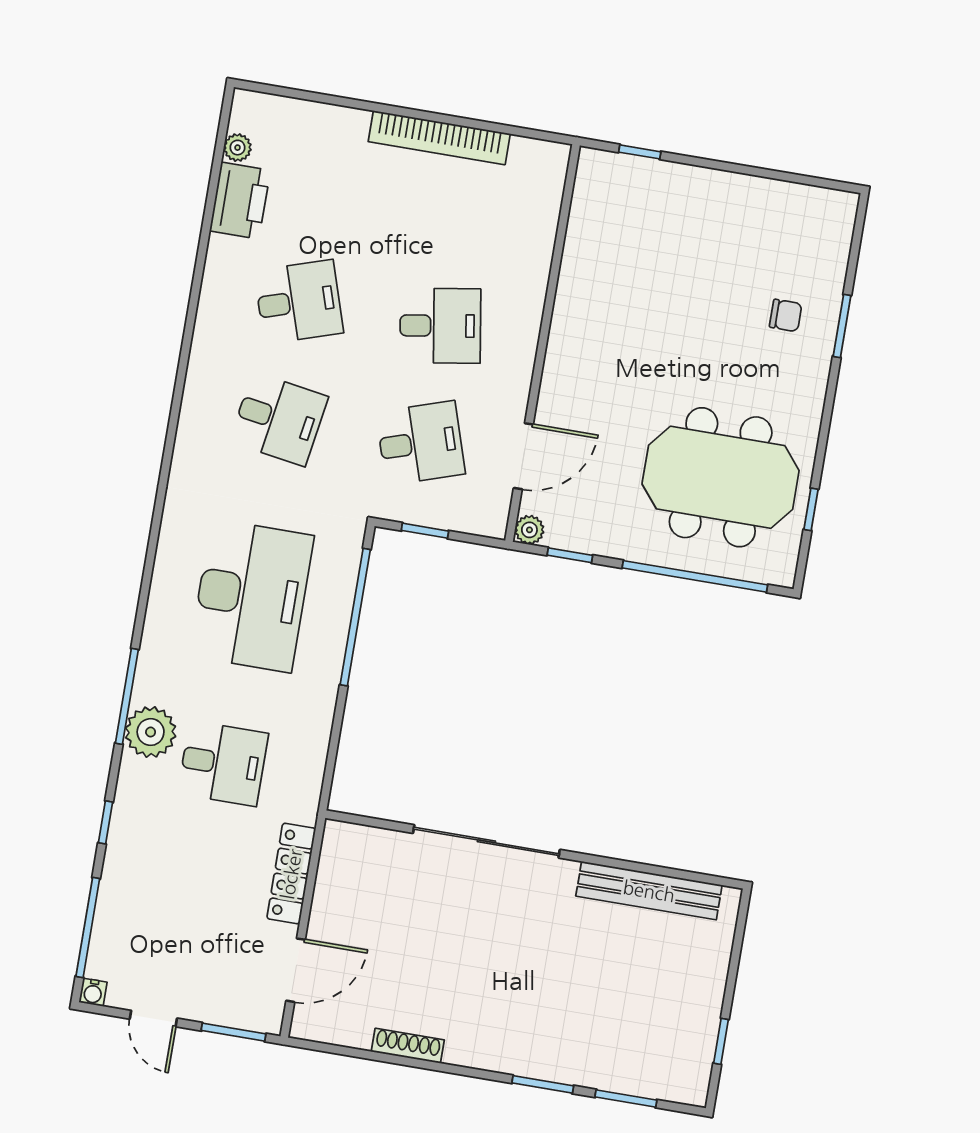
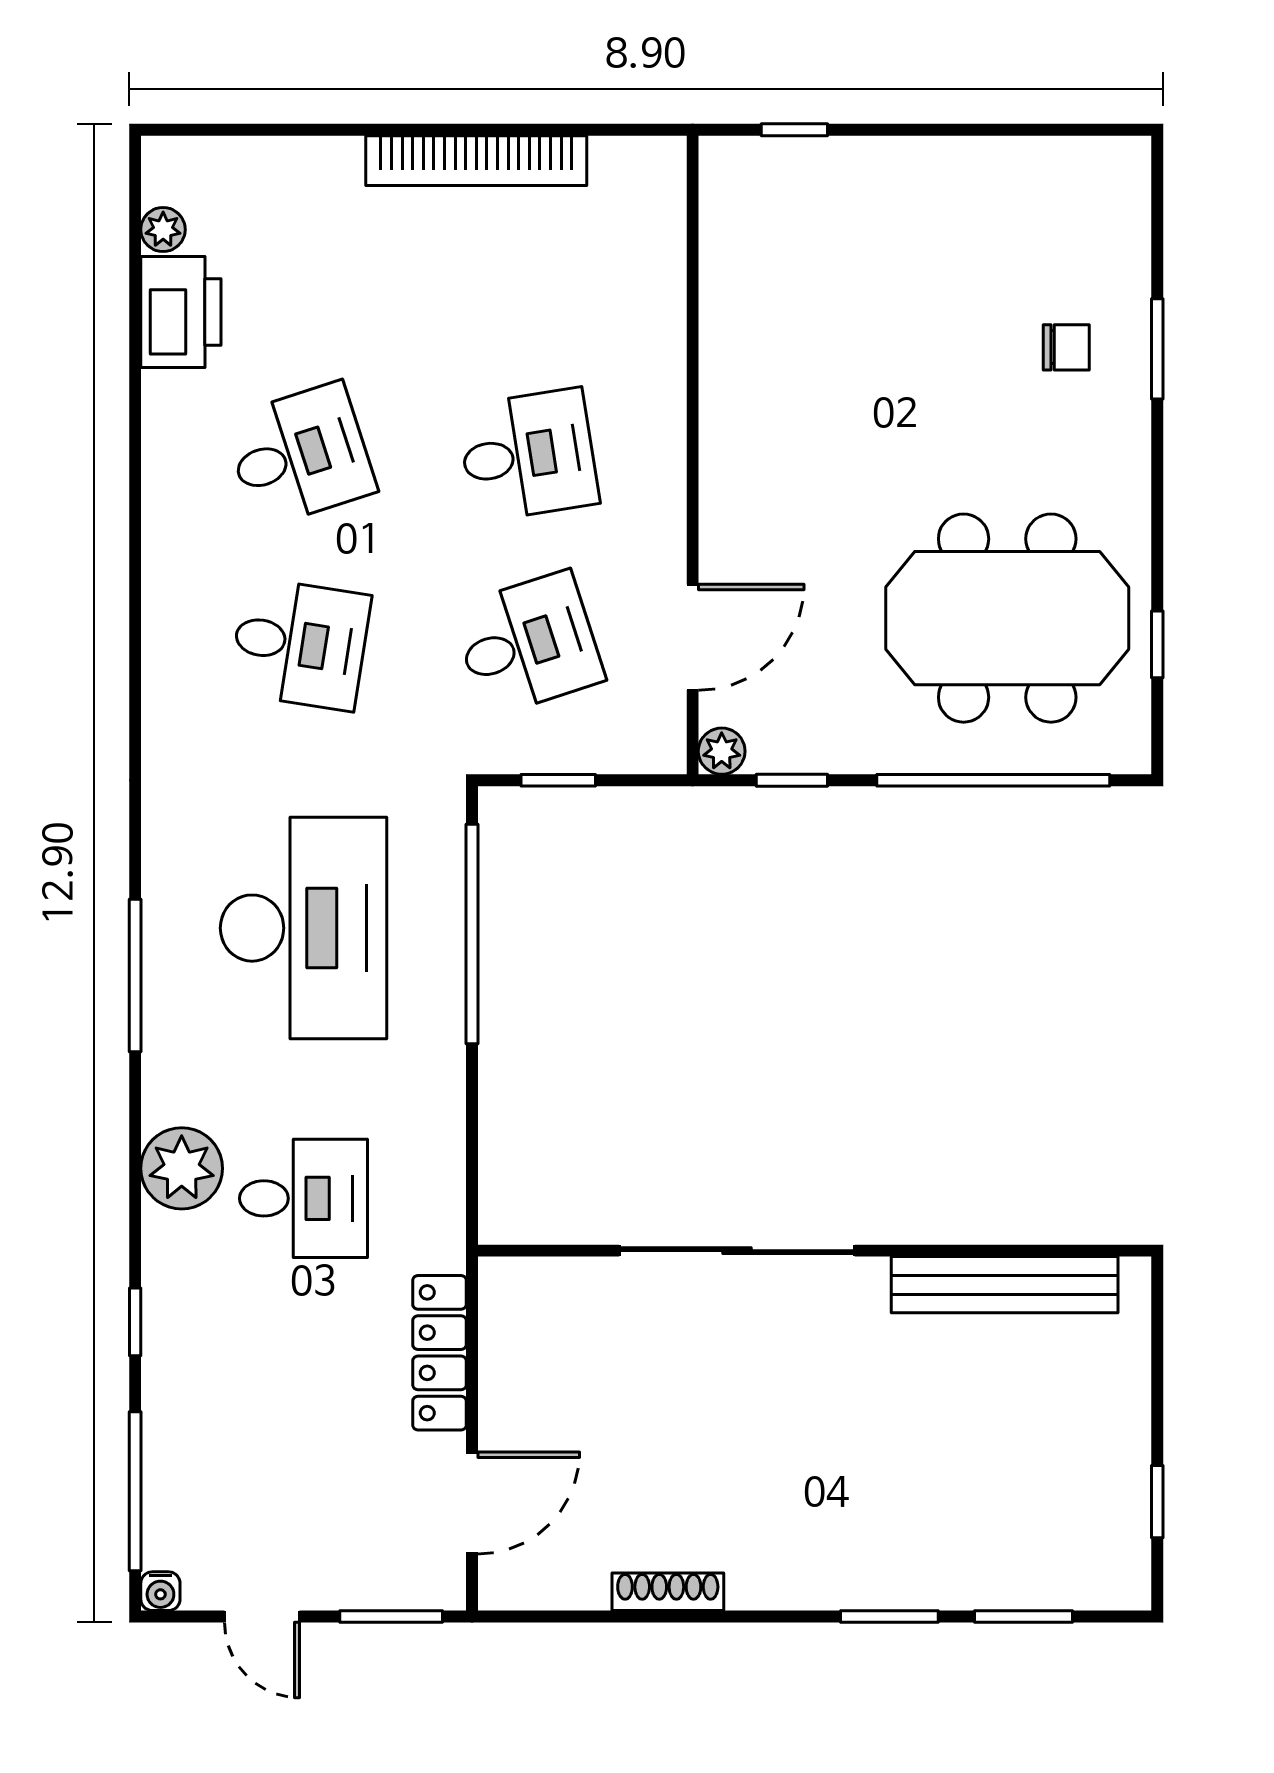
window: (127, 696) -> (135, 976), moved

